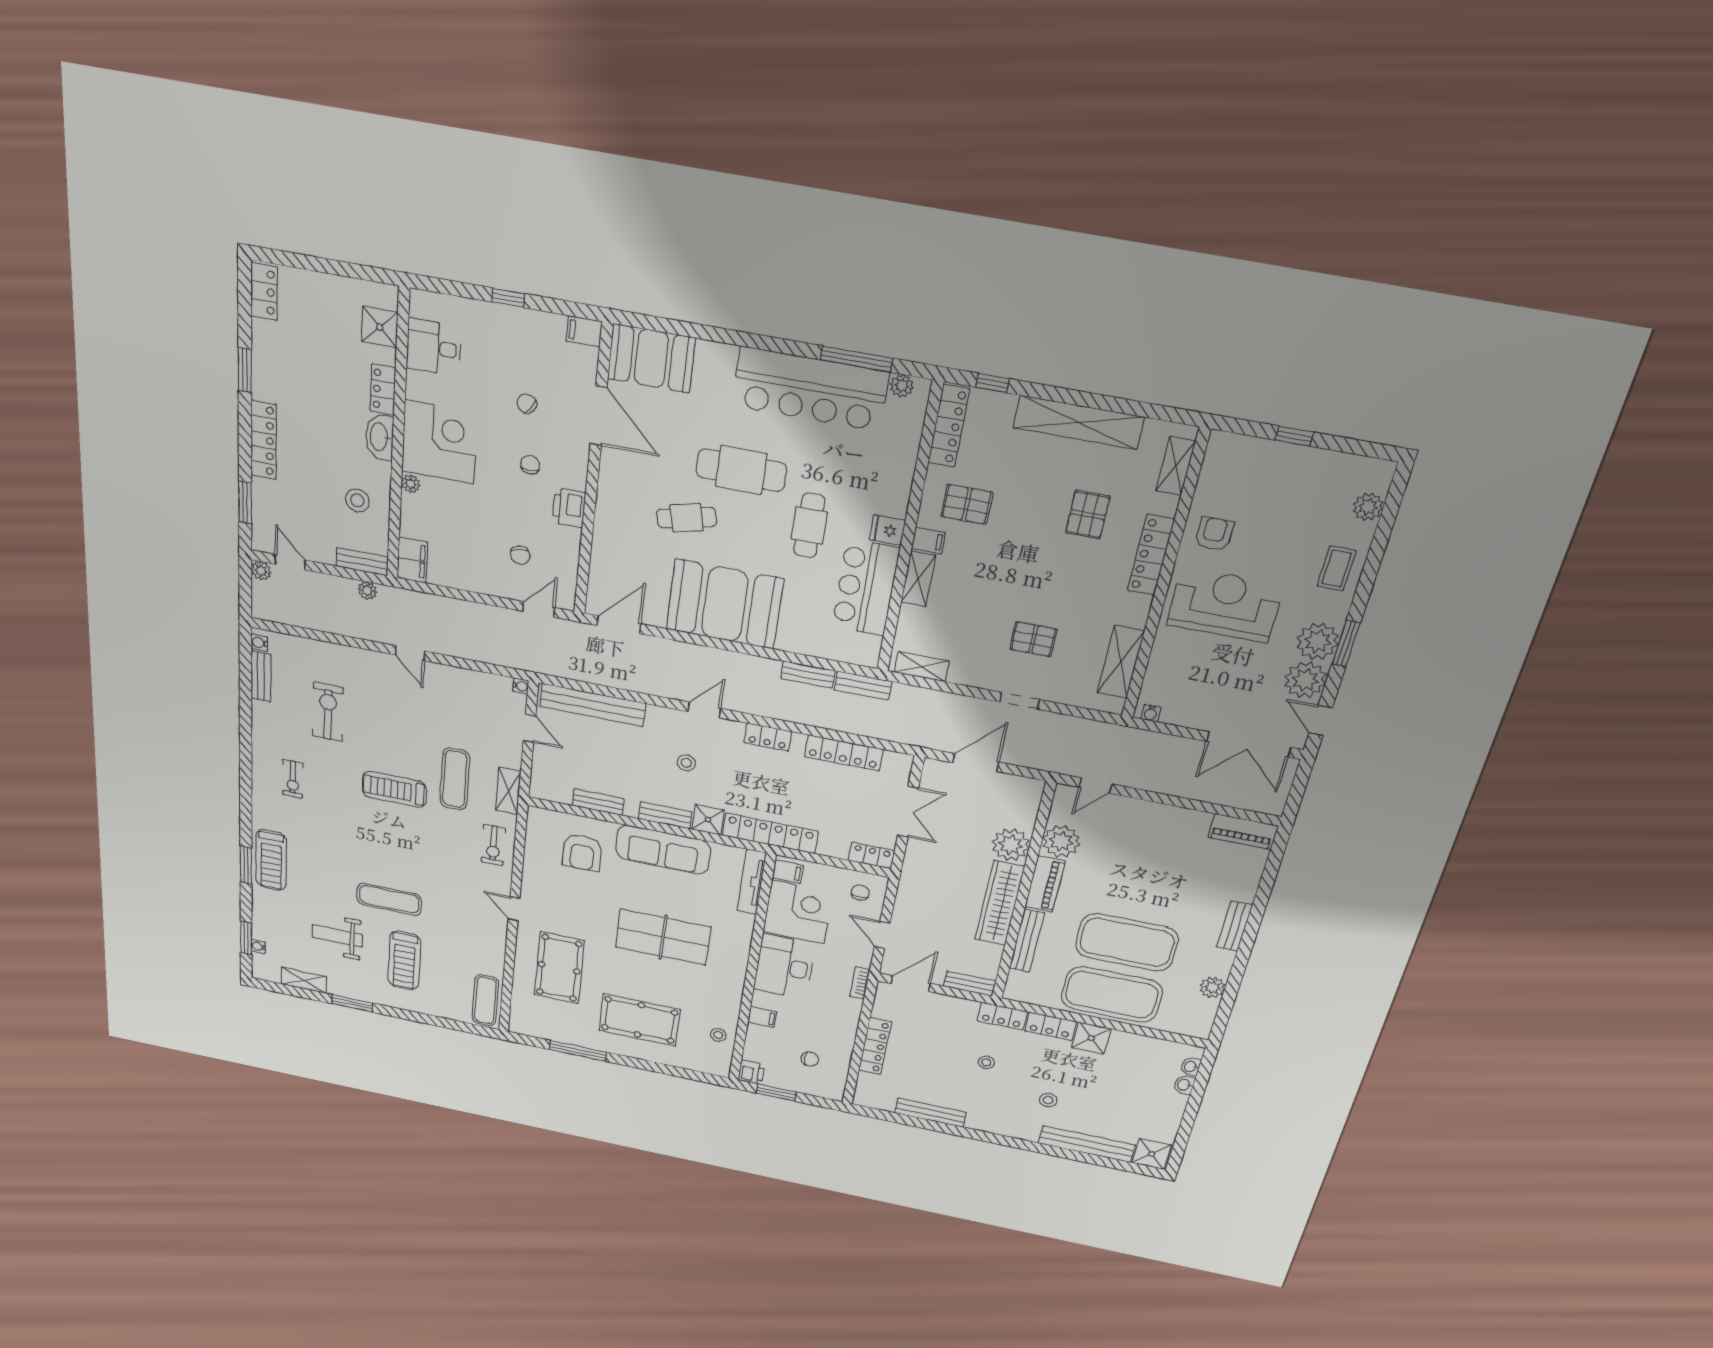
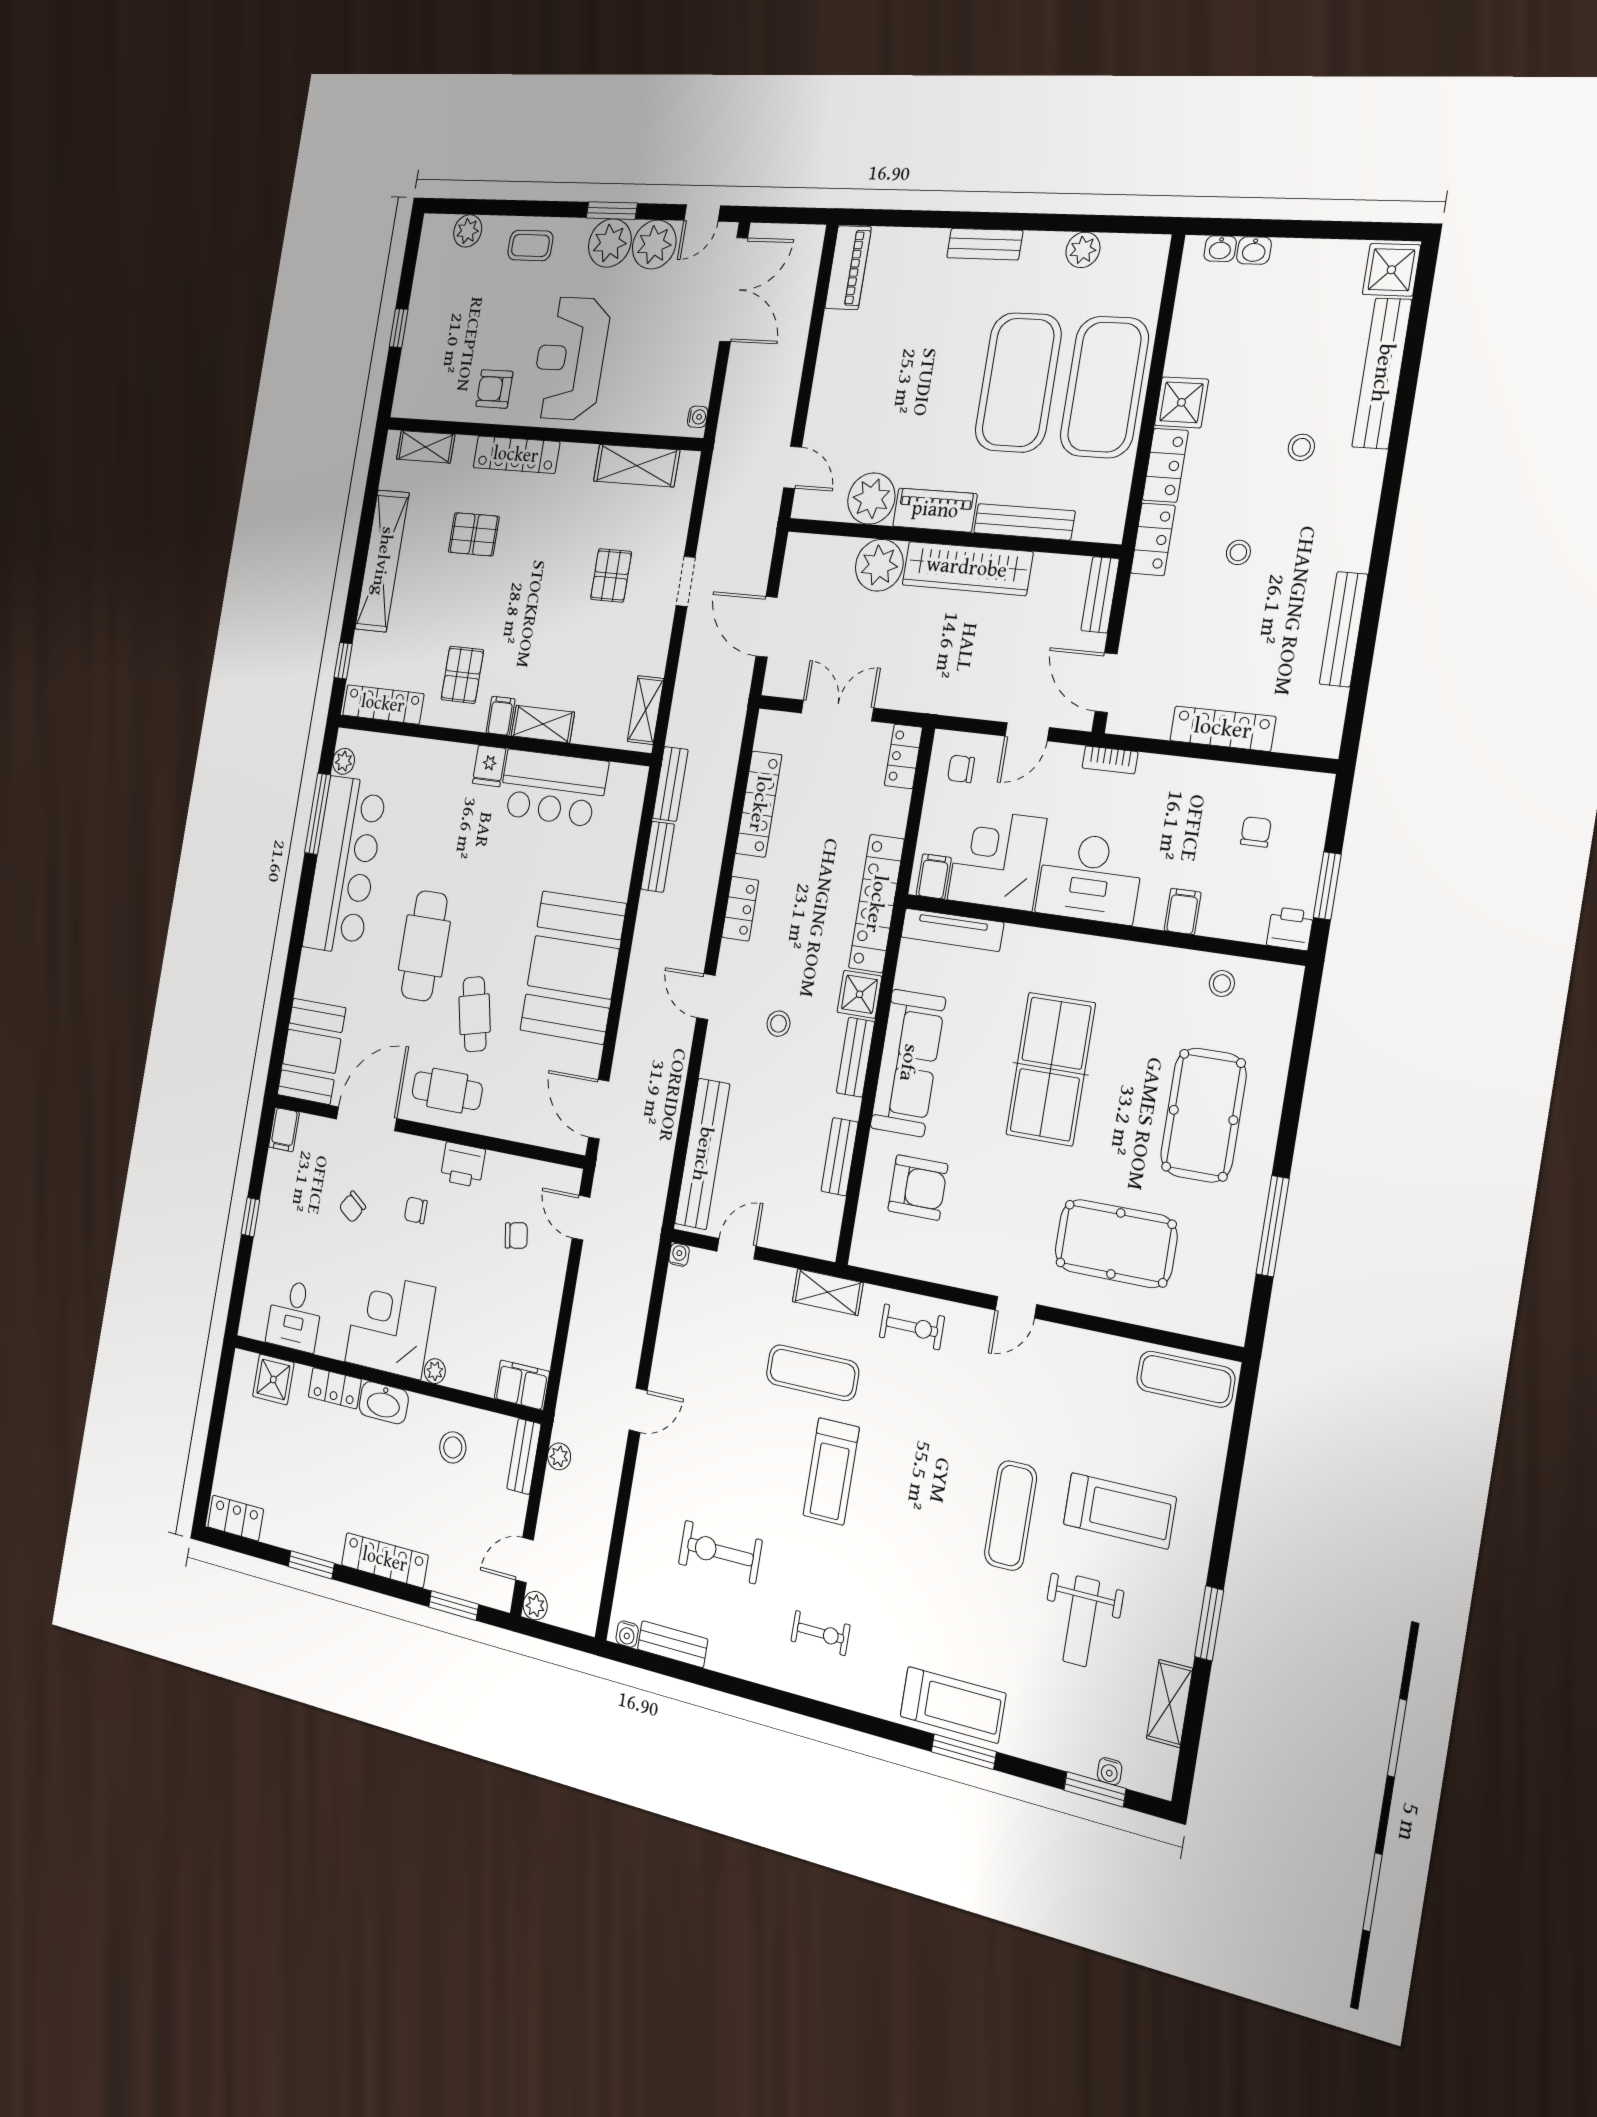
cafe table: (809, 525) -> (447, 1091), moved

